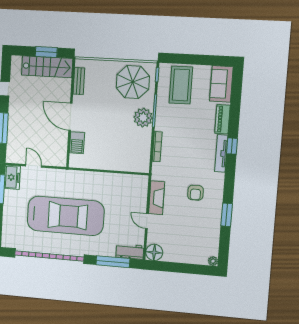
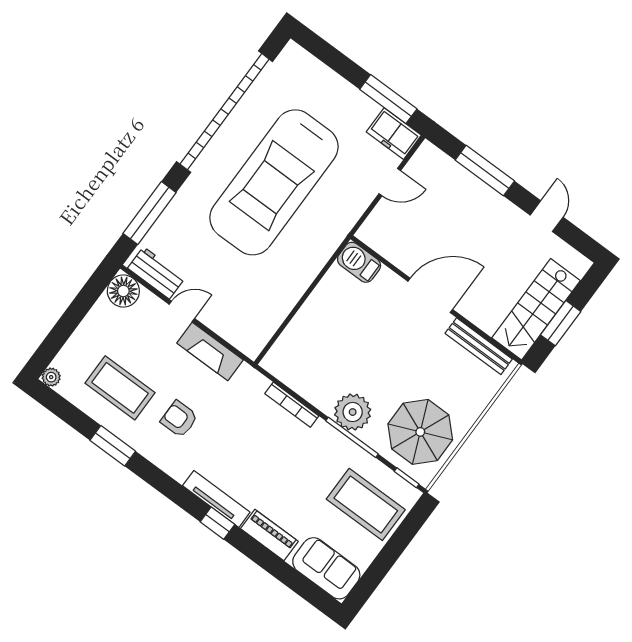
bench: (79, 81) -> (479, 346), width x1.36
barbecue: (77, 143) -> (359, 262), moved
coffee table: (198, 228) -> (120, 388), added
workbench: (130, 252) -> (156, 273), moved, turned -90

